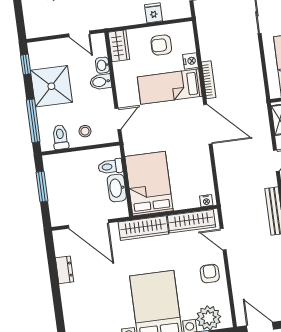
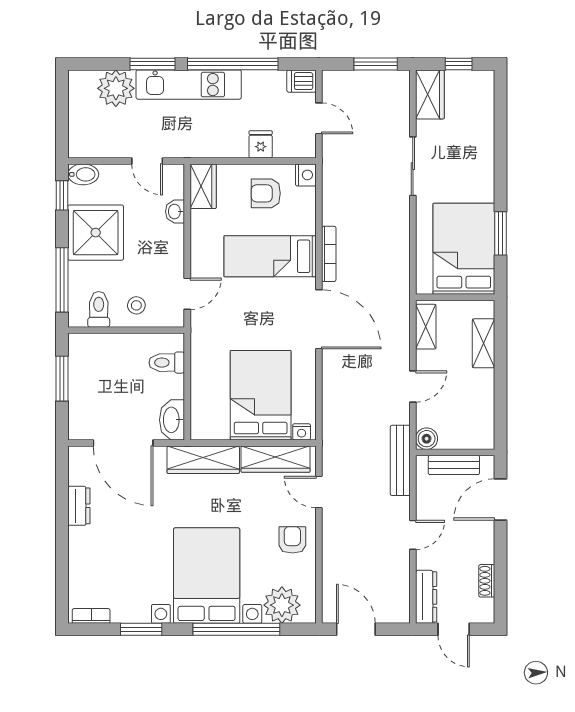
nightstand: (191, 61) -> (306, 175), moved
bidet: (101, 82) -> (83, 174), moved, turned 180
bed: (149, 184) -> (261, 395), moved
washbasin: (117, 188) -> (172, 420), moved

